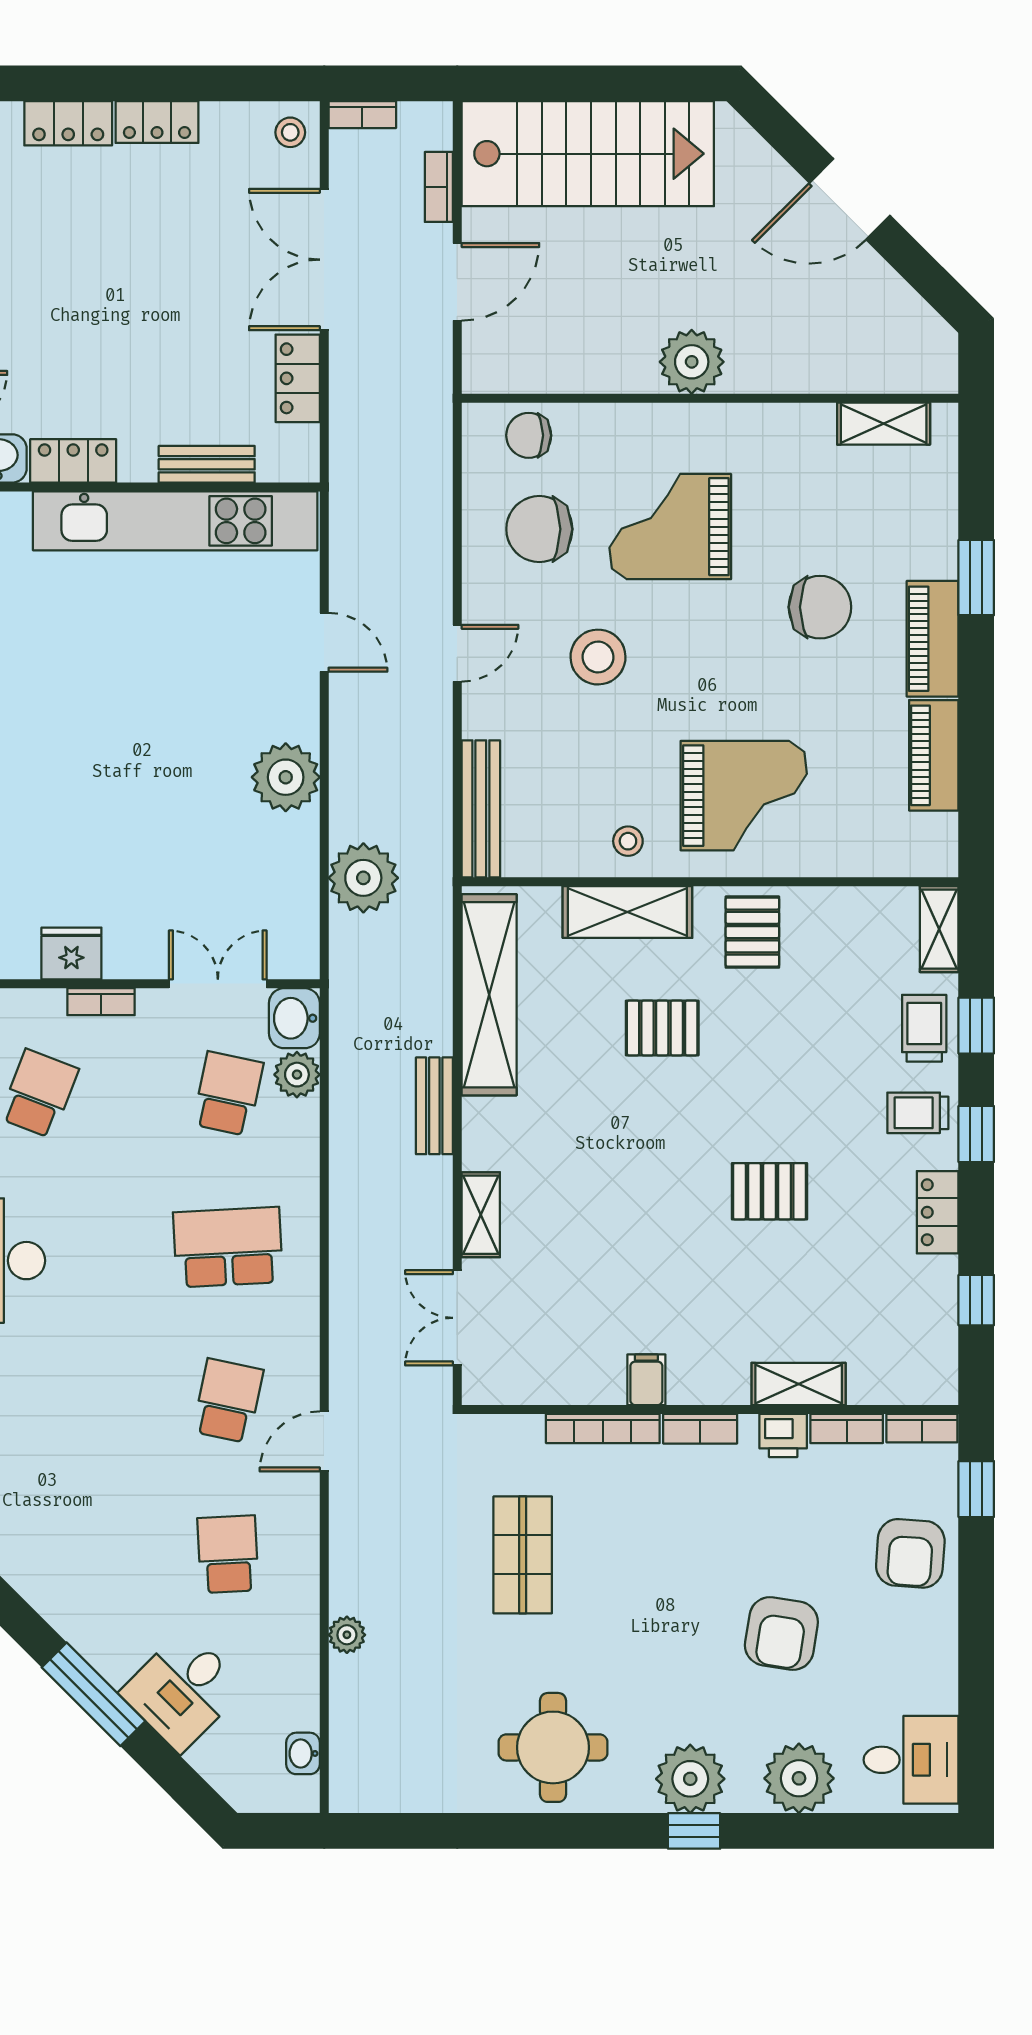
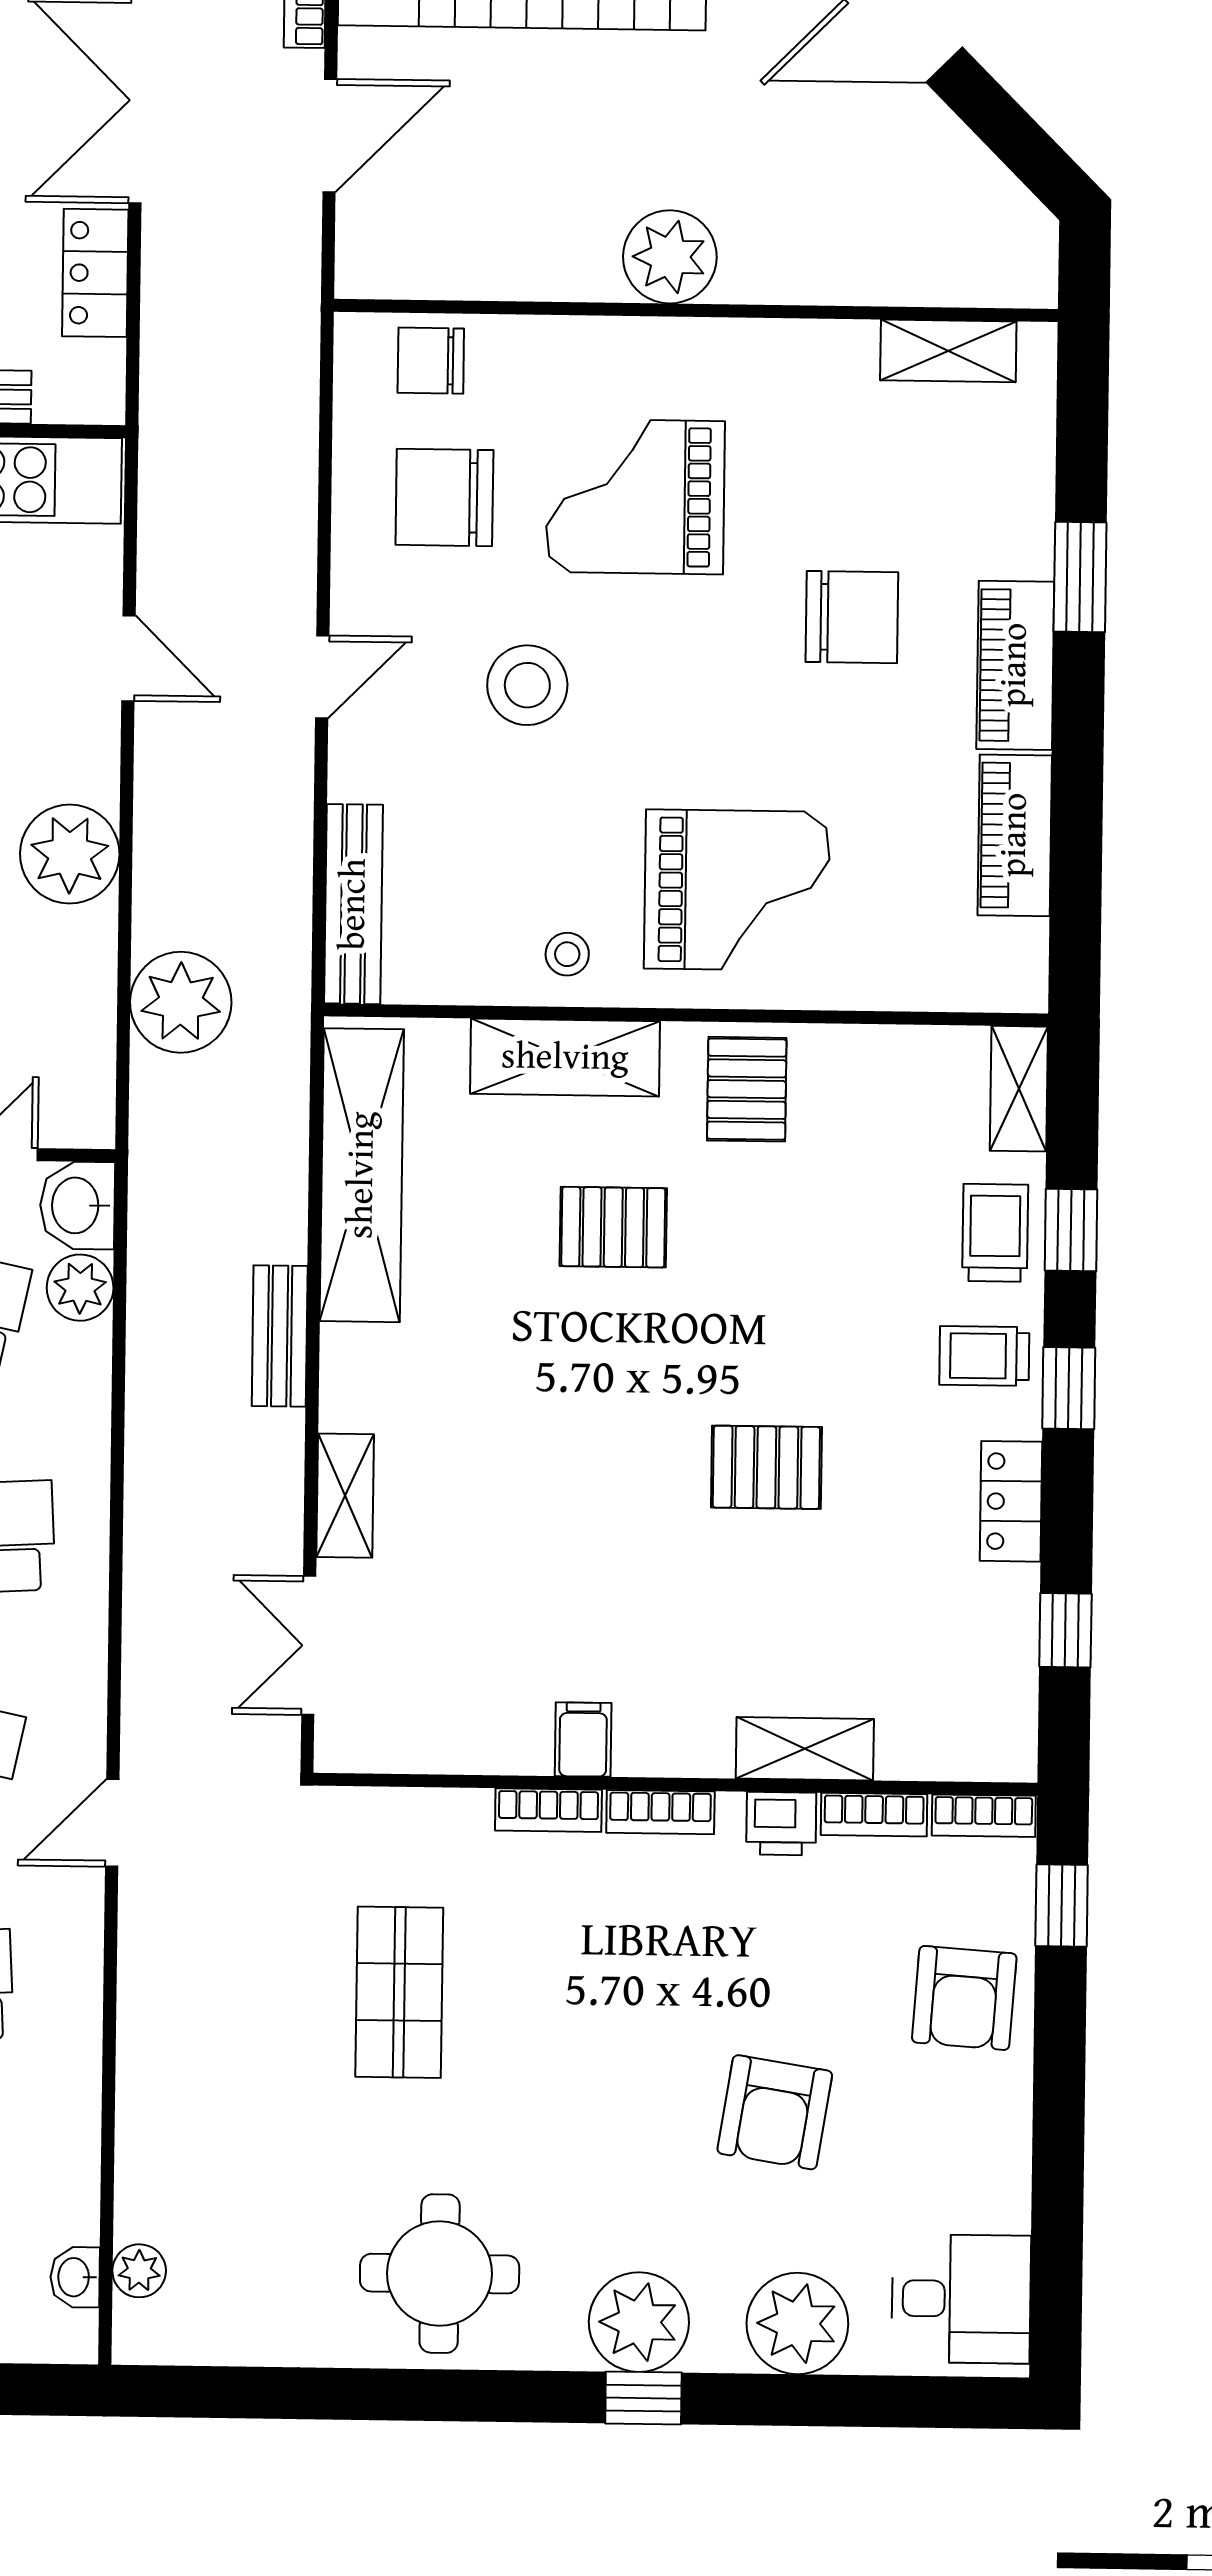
bookcase: (603, 1429) -> (548, 1810), width x0.64
plant: (347, 1635) -> (139, 2271), moved

